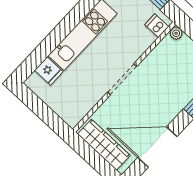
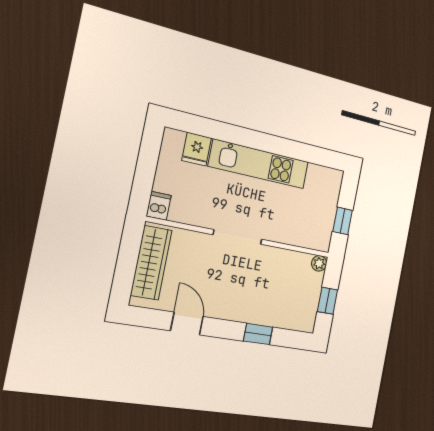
dishwasher: (157, 26) -> (159, 206), moved
door: (157, 147) -> (187, 324), width x0.53

